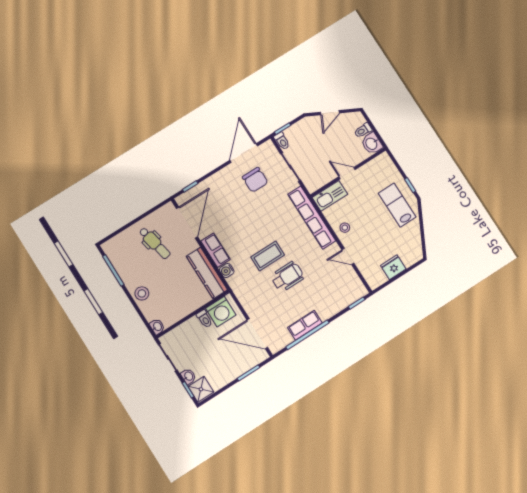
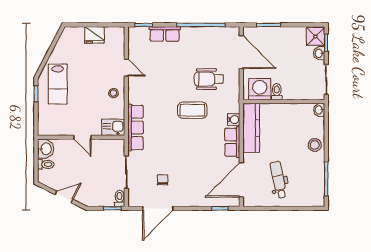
chair: (255, 180) -> (163, 180), width x0.54, depth x0.54
kitchen sink: (330, 196) -> (113, 127), width x0.73
row of seats: (312, 217) -> (136, 127), width x0.73
wheelchair: (287, 277) -> (209, 79), moved
row of seats: (305, 325) -> (165, 34), moved

